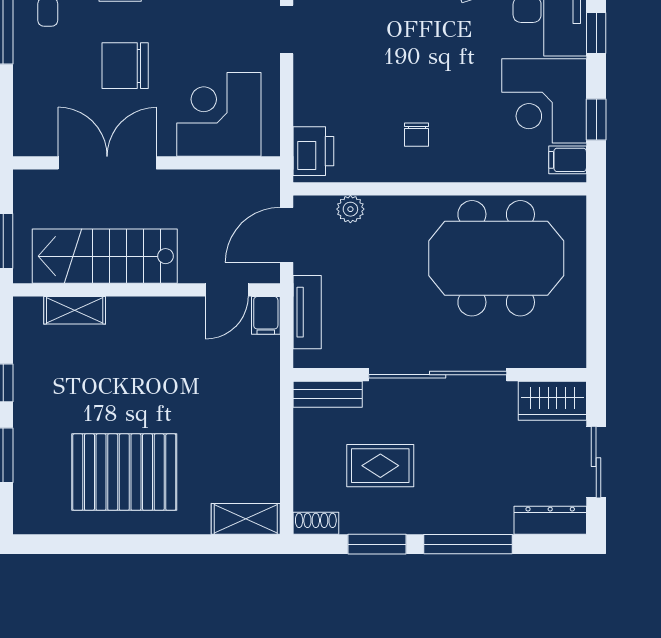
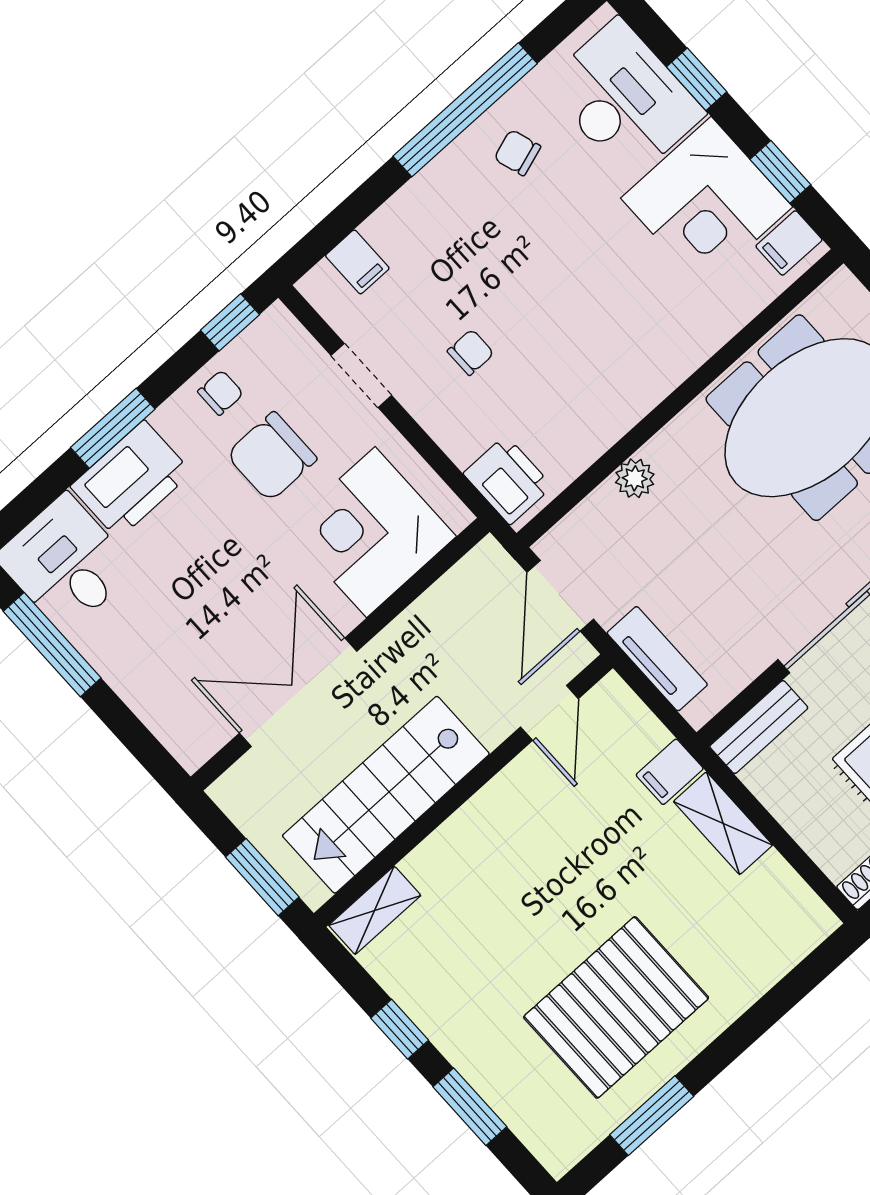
chair: (125, 66) -> (272, 457), moved
chair: (417, 135) -> (471, 352), moved, turned -90
plant: (350, 209) -> (635, 478), moved
shelving: (75, 310) -> (375, 910), moved
filing cabinet: (266, 315) -> (670, 772), moved, turned 90
shelving: (246, 519) -> (723, 823), moved, turned 90
window: (92, 544) -> (652, 1116), added

